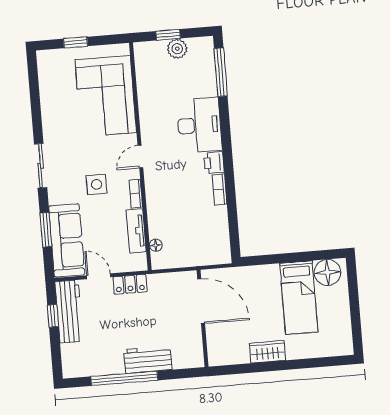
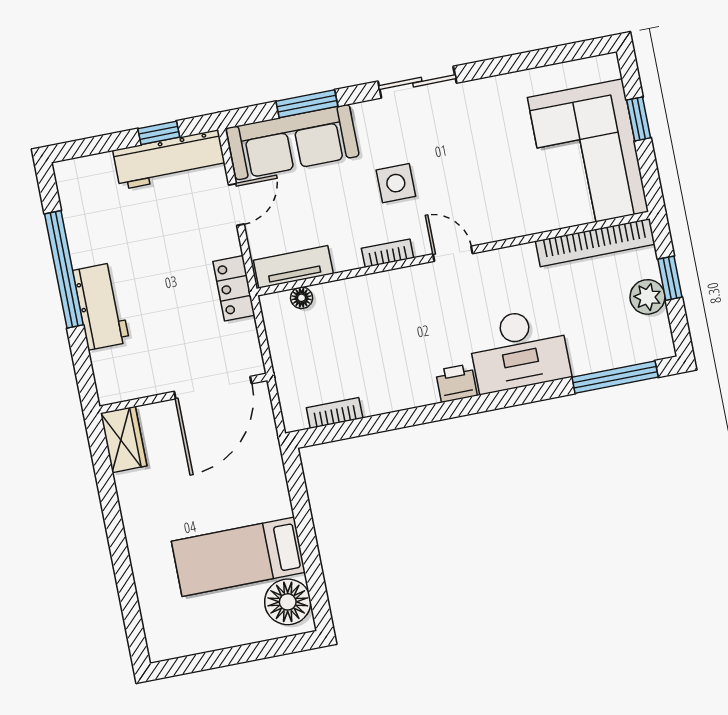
bookcase: (143, 75) -> (595, 243), added
corner sofa: (106, 96) -> (588, 155), moved, turned -90
bookcase: (220, 190) -> (335, 413), moved
tv unit: (136, 231) -> (293, 267), moved
locker: (130, 284) -> (234, 288), moved
wardrobe: (268, 352) -> (124, 439), moved

